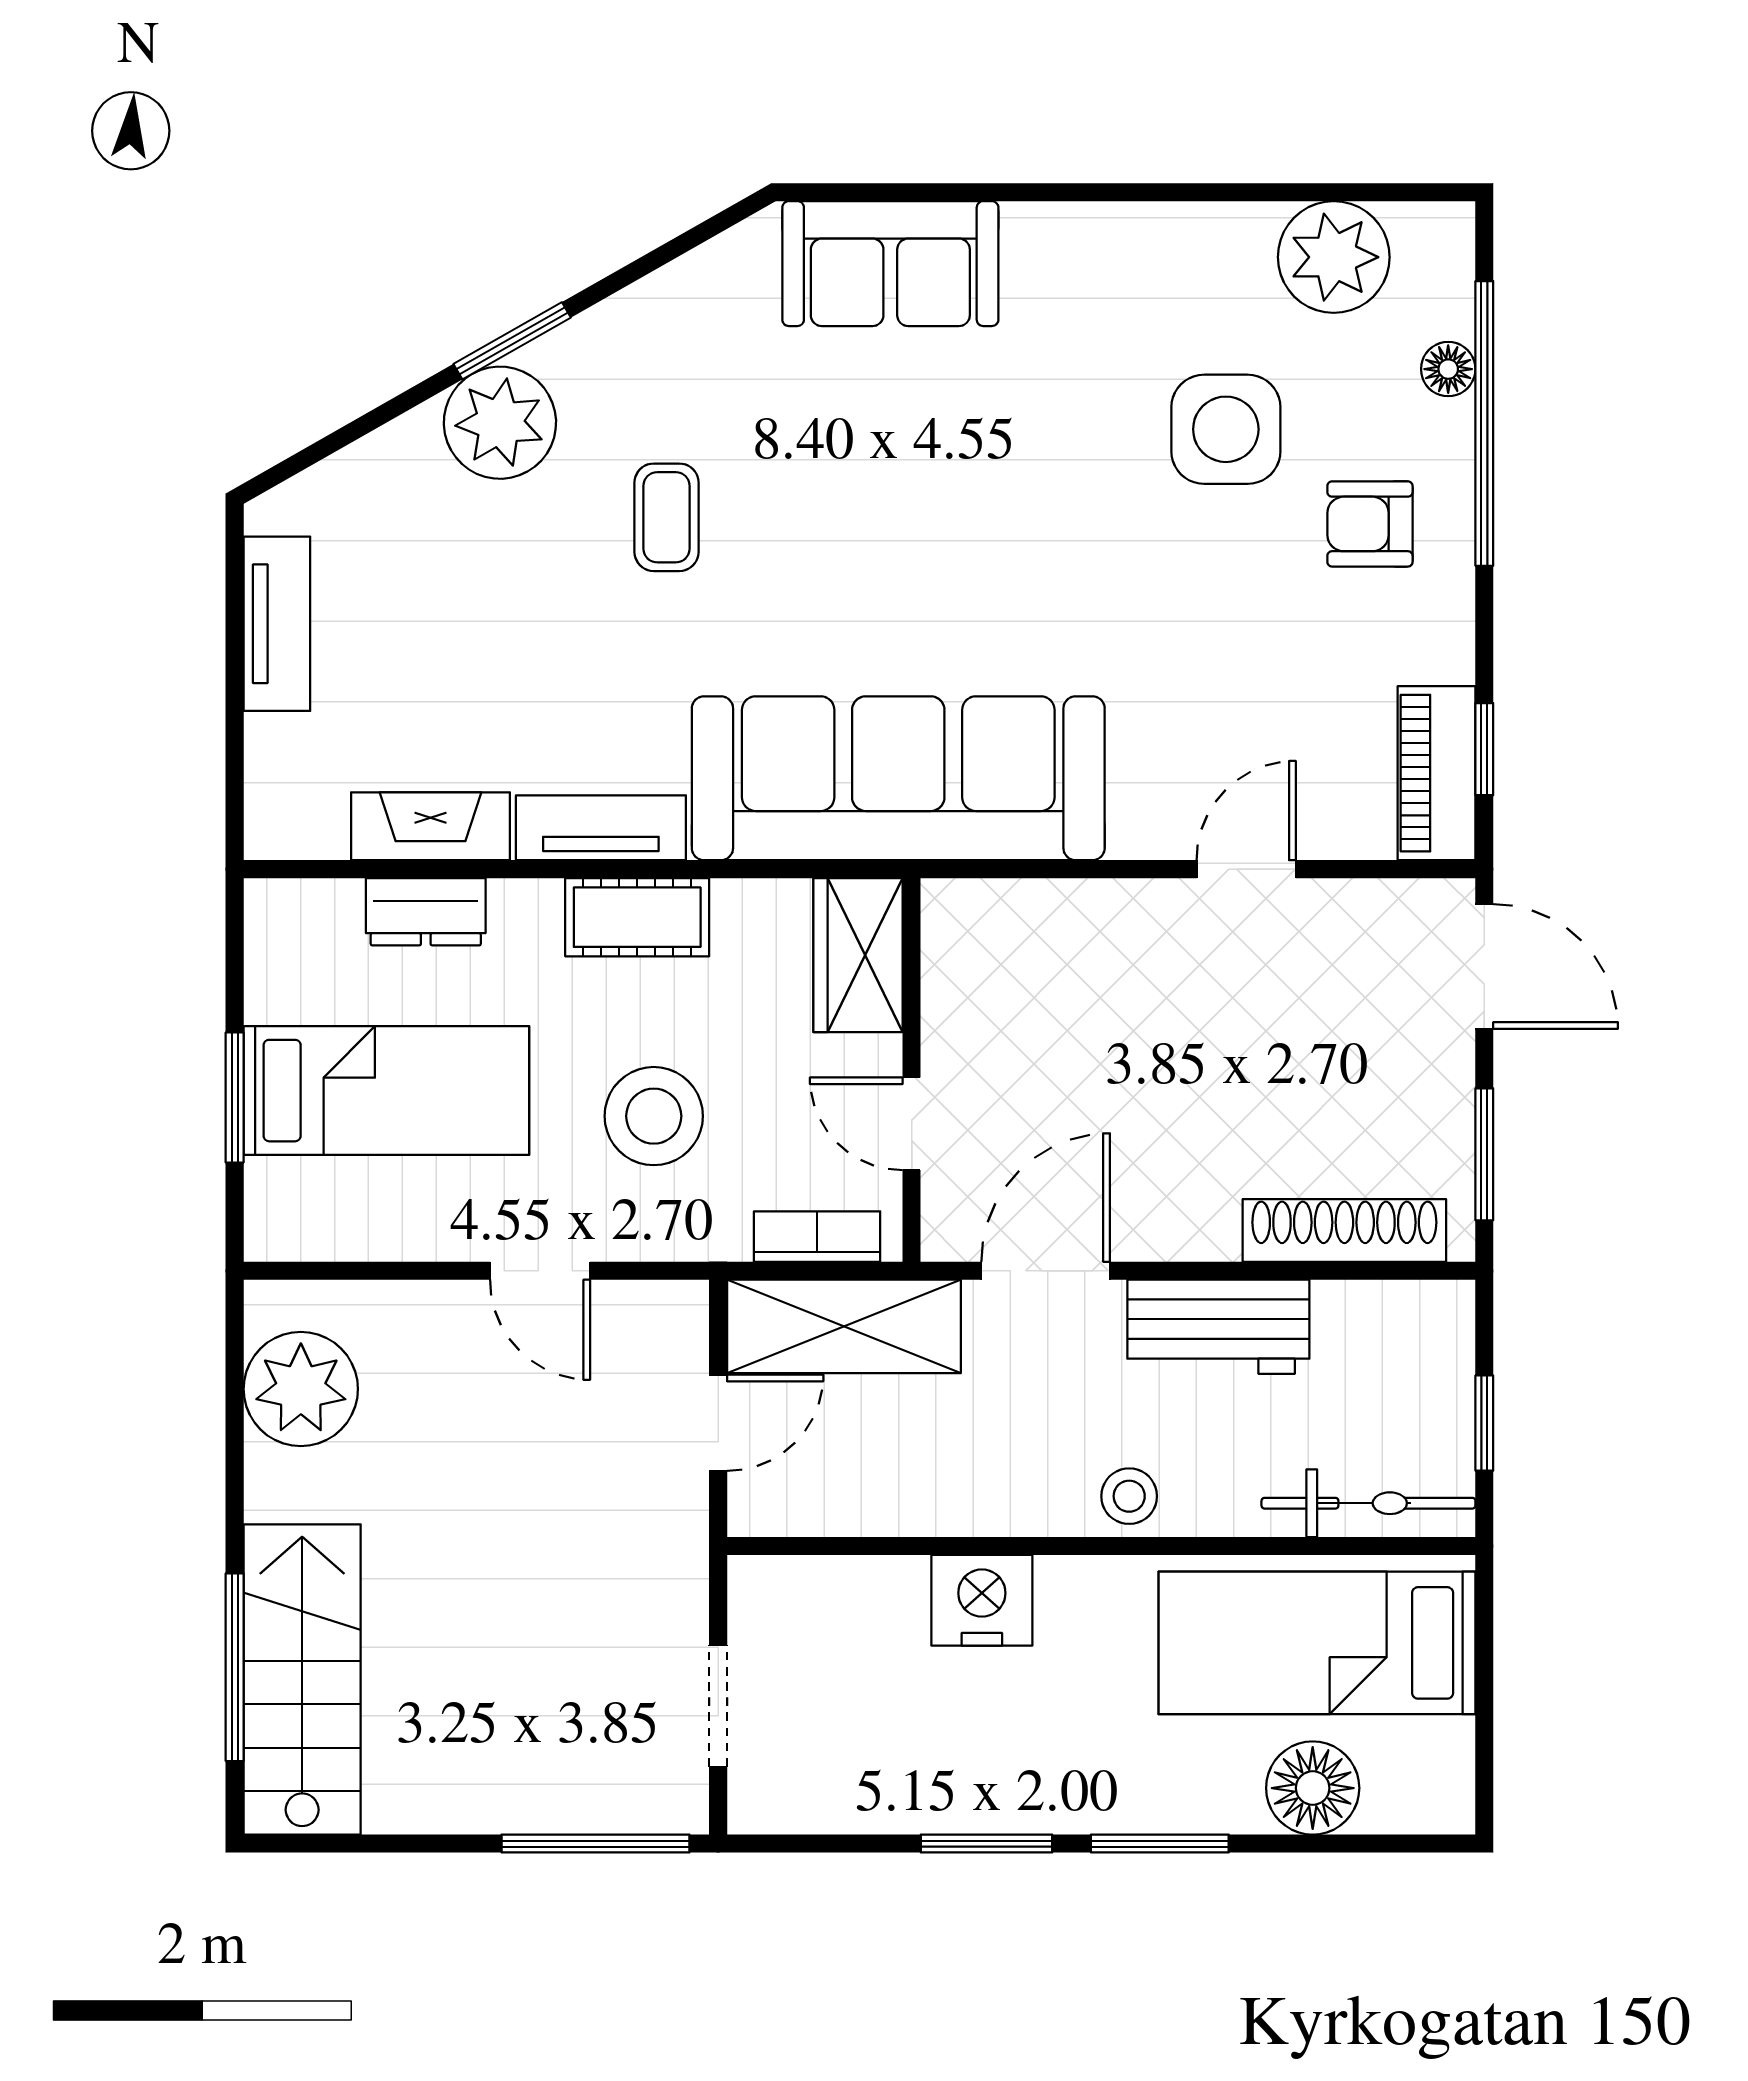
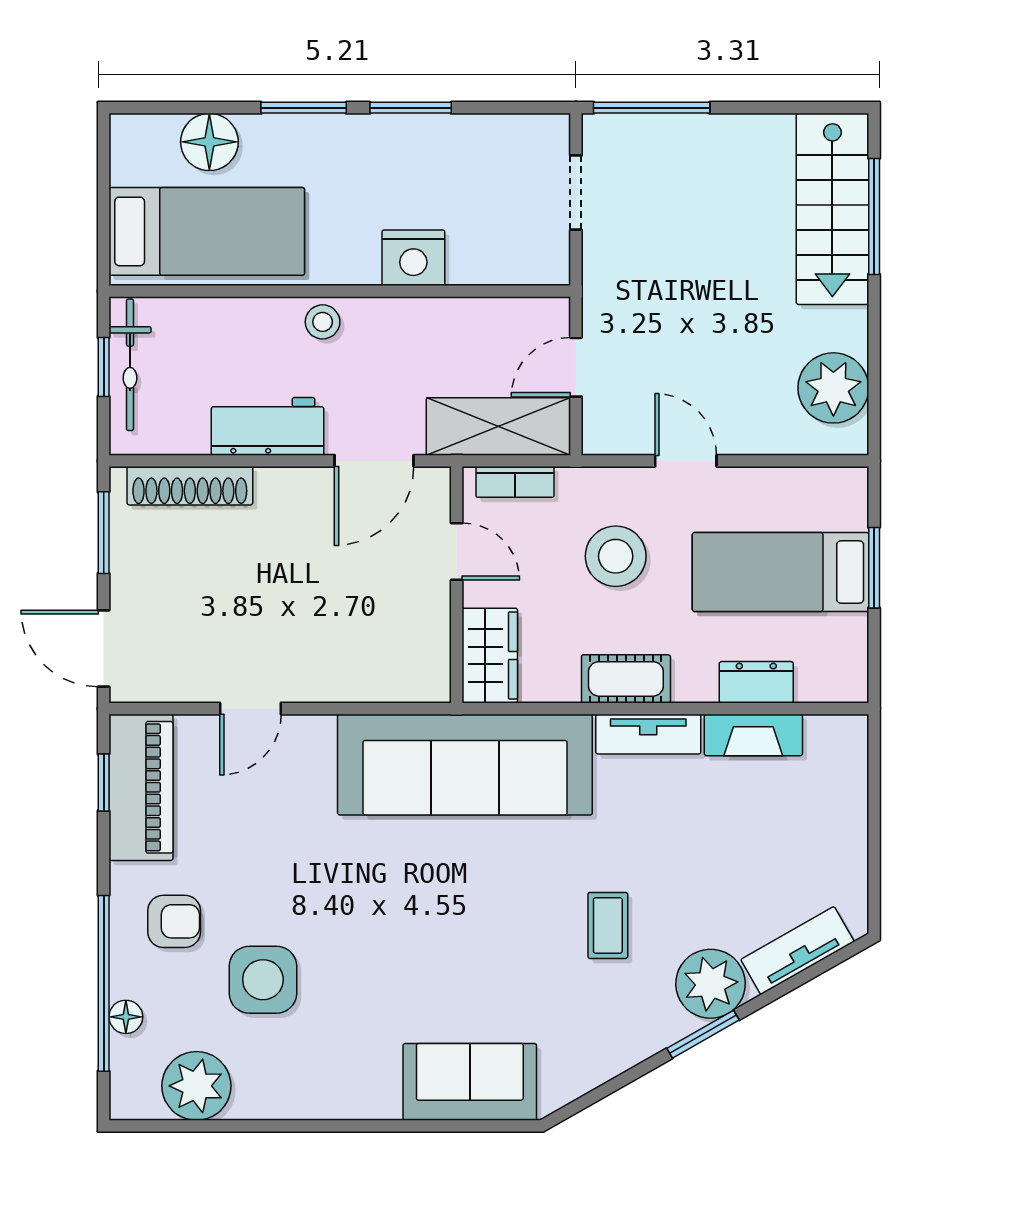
tv unit: (277, 624) -> (798, 951), moved, turned 60
piano: (1436, 773) -> (141, 787), width x1.37, depth x1.33
bicycle: (1368, 1503) -> (130, 365), moved, turned -90

